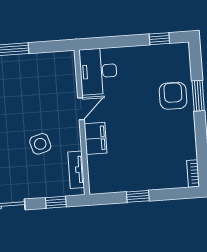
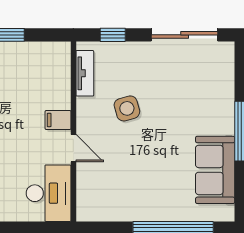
door: (81, 109) -> (73, 148), swing flipped
filing cabinet: (96, 138) -> (58, 120), width x0.50

